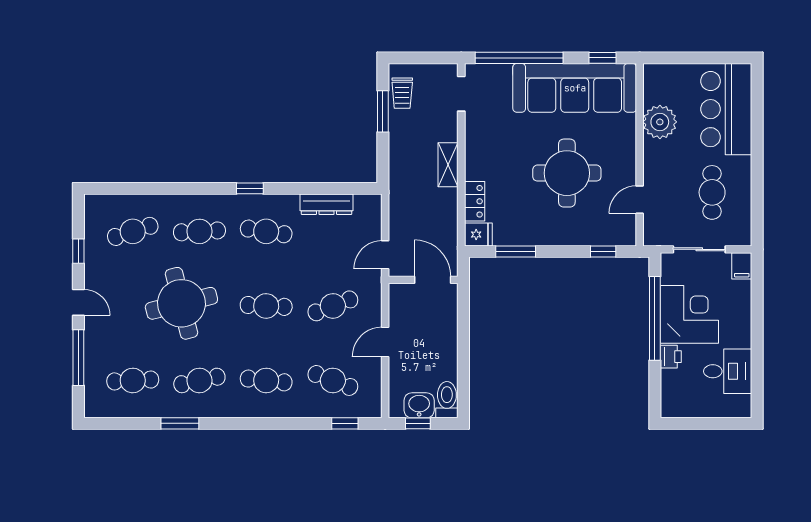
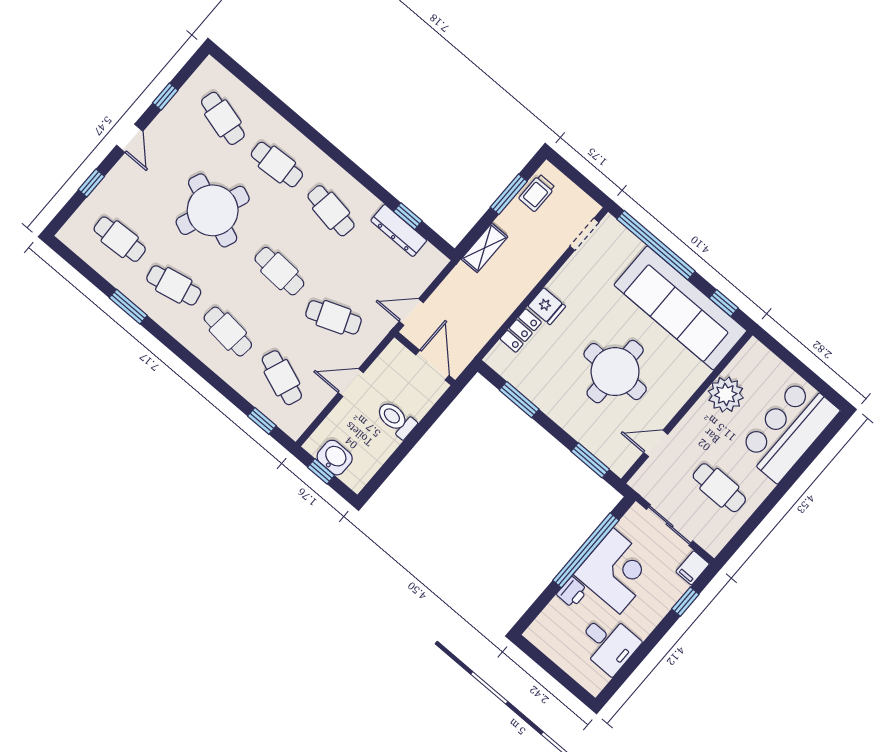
shelving: (448, 165) -> (484, 248), moved
window: (250, 188) -> (408, 216), moved
cafe table: (712, 192) -> (719, 488), turned 90
cafe table: (133, 231) -> (223, 118), turned 33
fridge: (478, 234) -> (547, 306), moved
window: (603, 252) -> (590, 460), width x1.50
window: (757, 294) -> (685, 602), added
round table: (181, 303) -> (213, 210), turned 36
window: (78, 358) -> (91, 183), width x0.46
toilet: (447, 400) -> (396, 419), moved, turned -90

